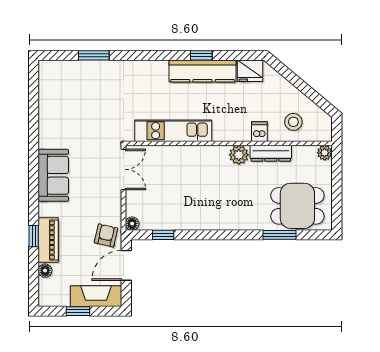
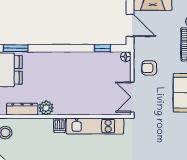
dishwasher: (259, 132) -> (60, 125), moved
armchair: (106, 235) -> (149, 68), moved, turned 77
door: (126, 265) -> (130, 25), hinge flipped

